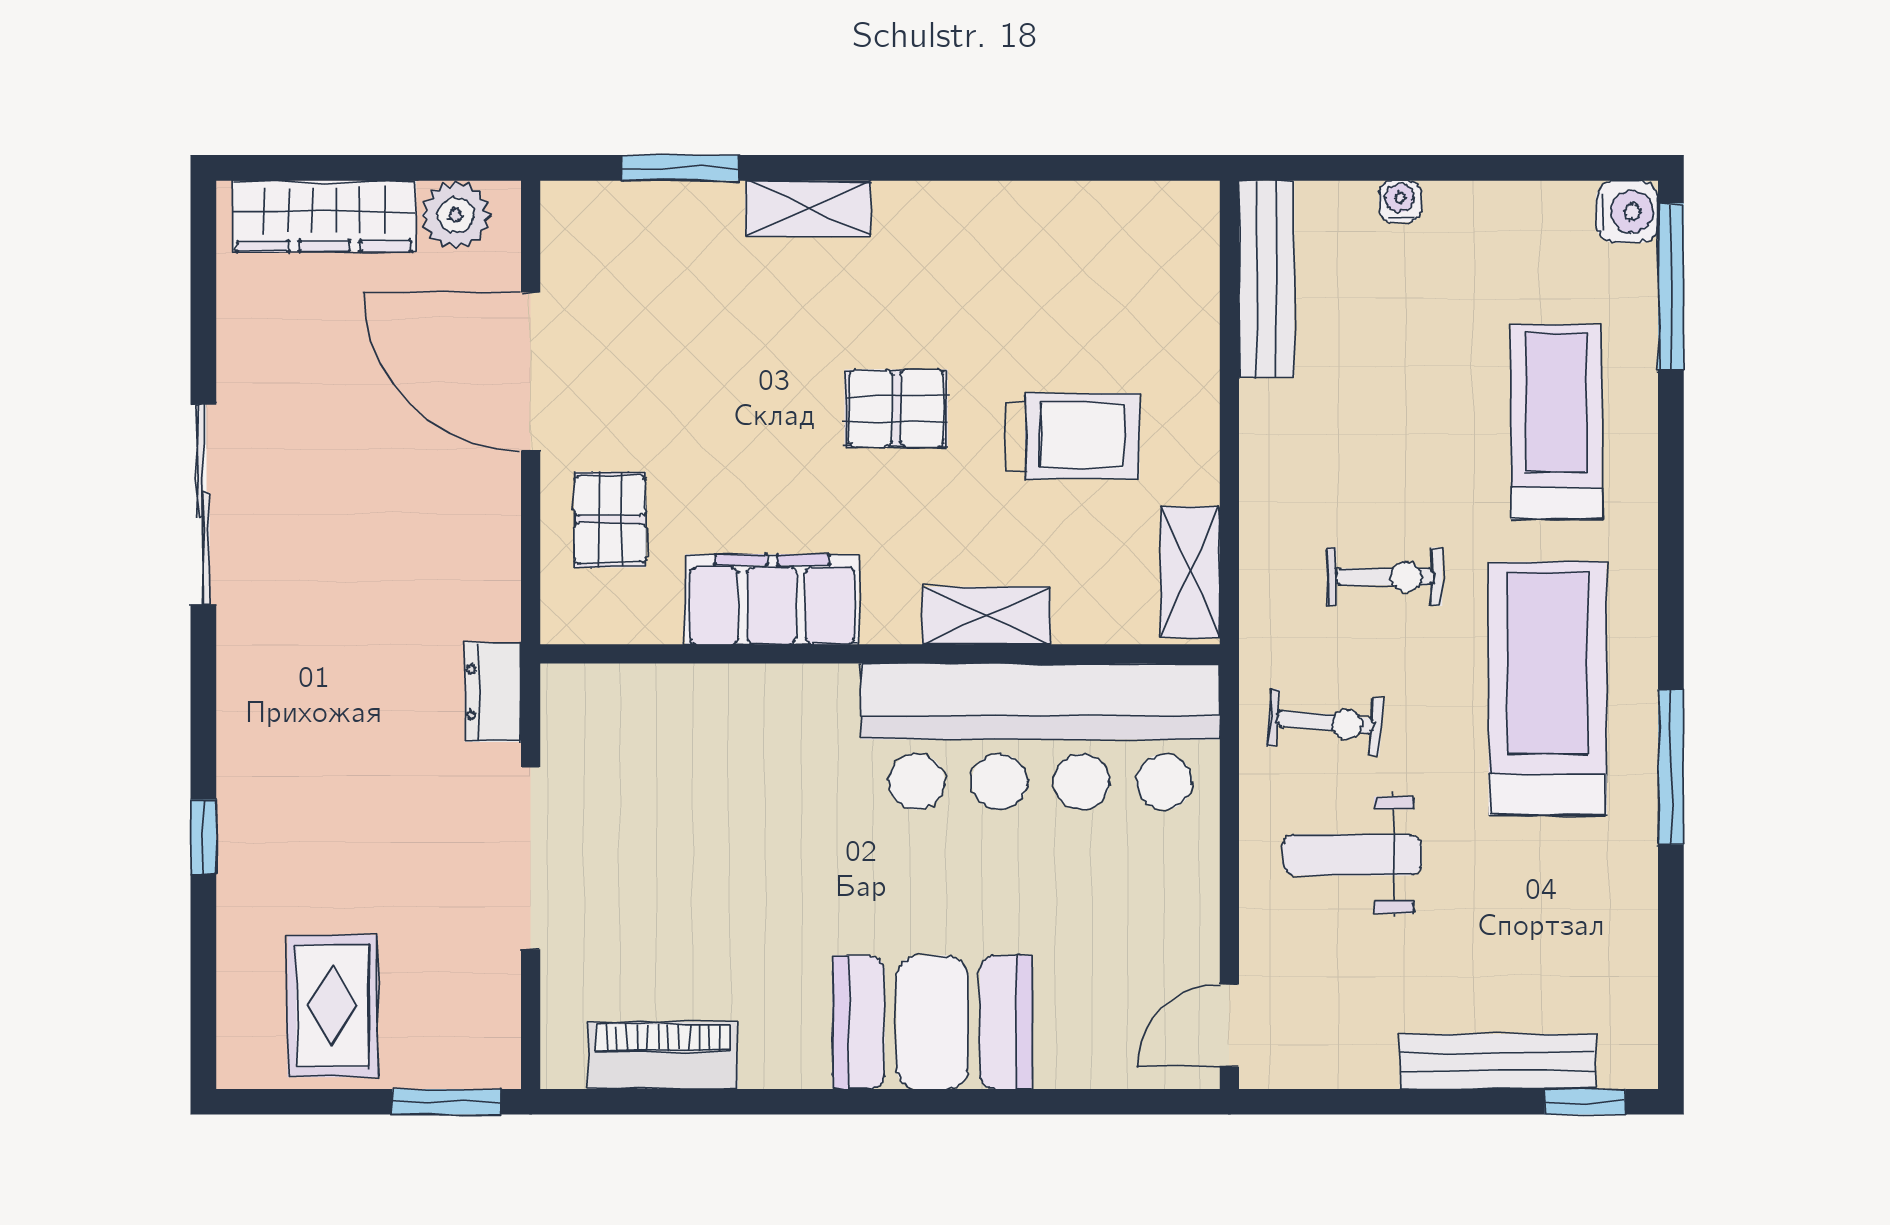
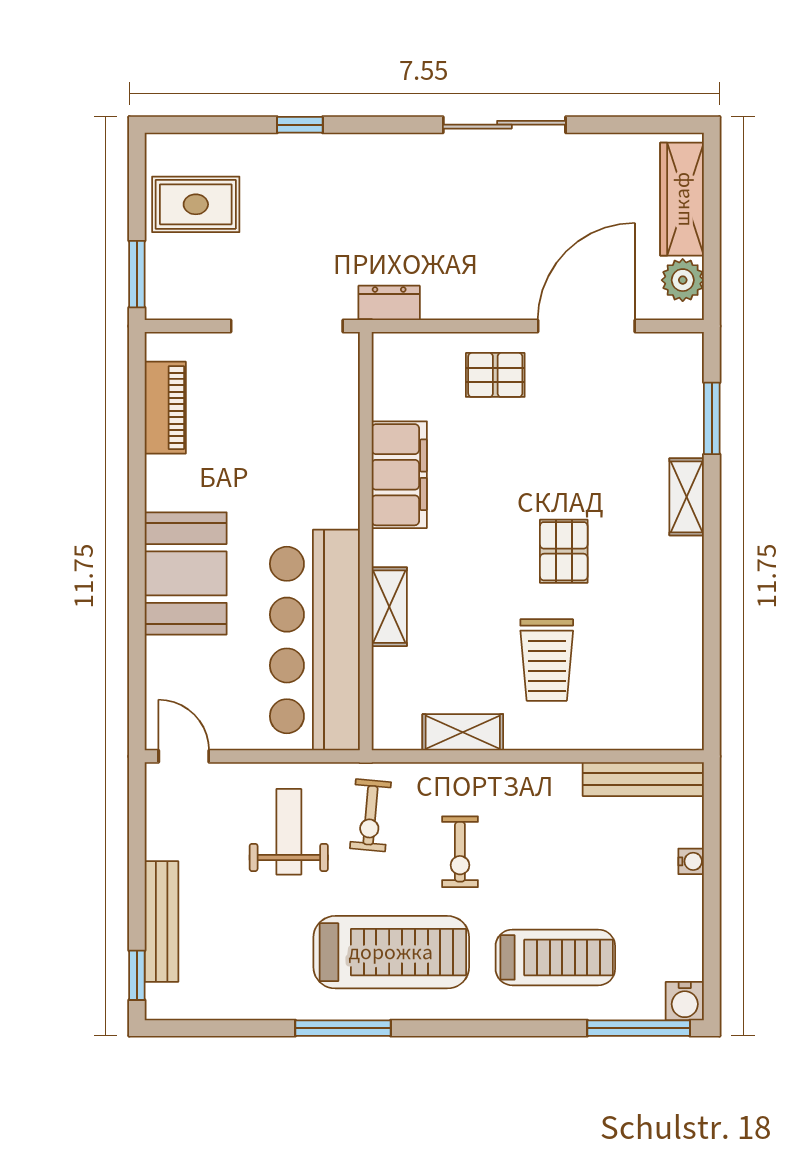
filing cabinet: (772, 599) -> (399, 475), moved
shelving: (986, 616) -> (389, 607), moved
wall: (880, 654) -> (366, 541), moved
bar counter: (1040, 736) -> (315, 640), moved

